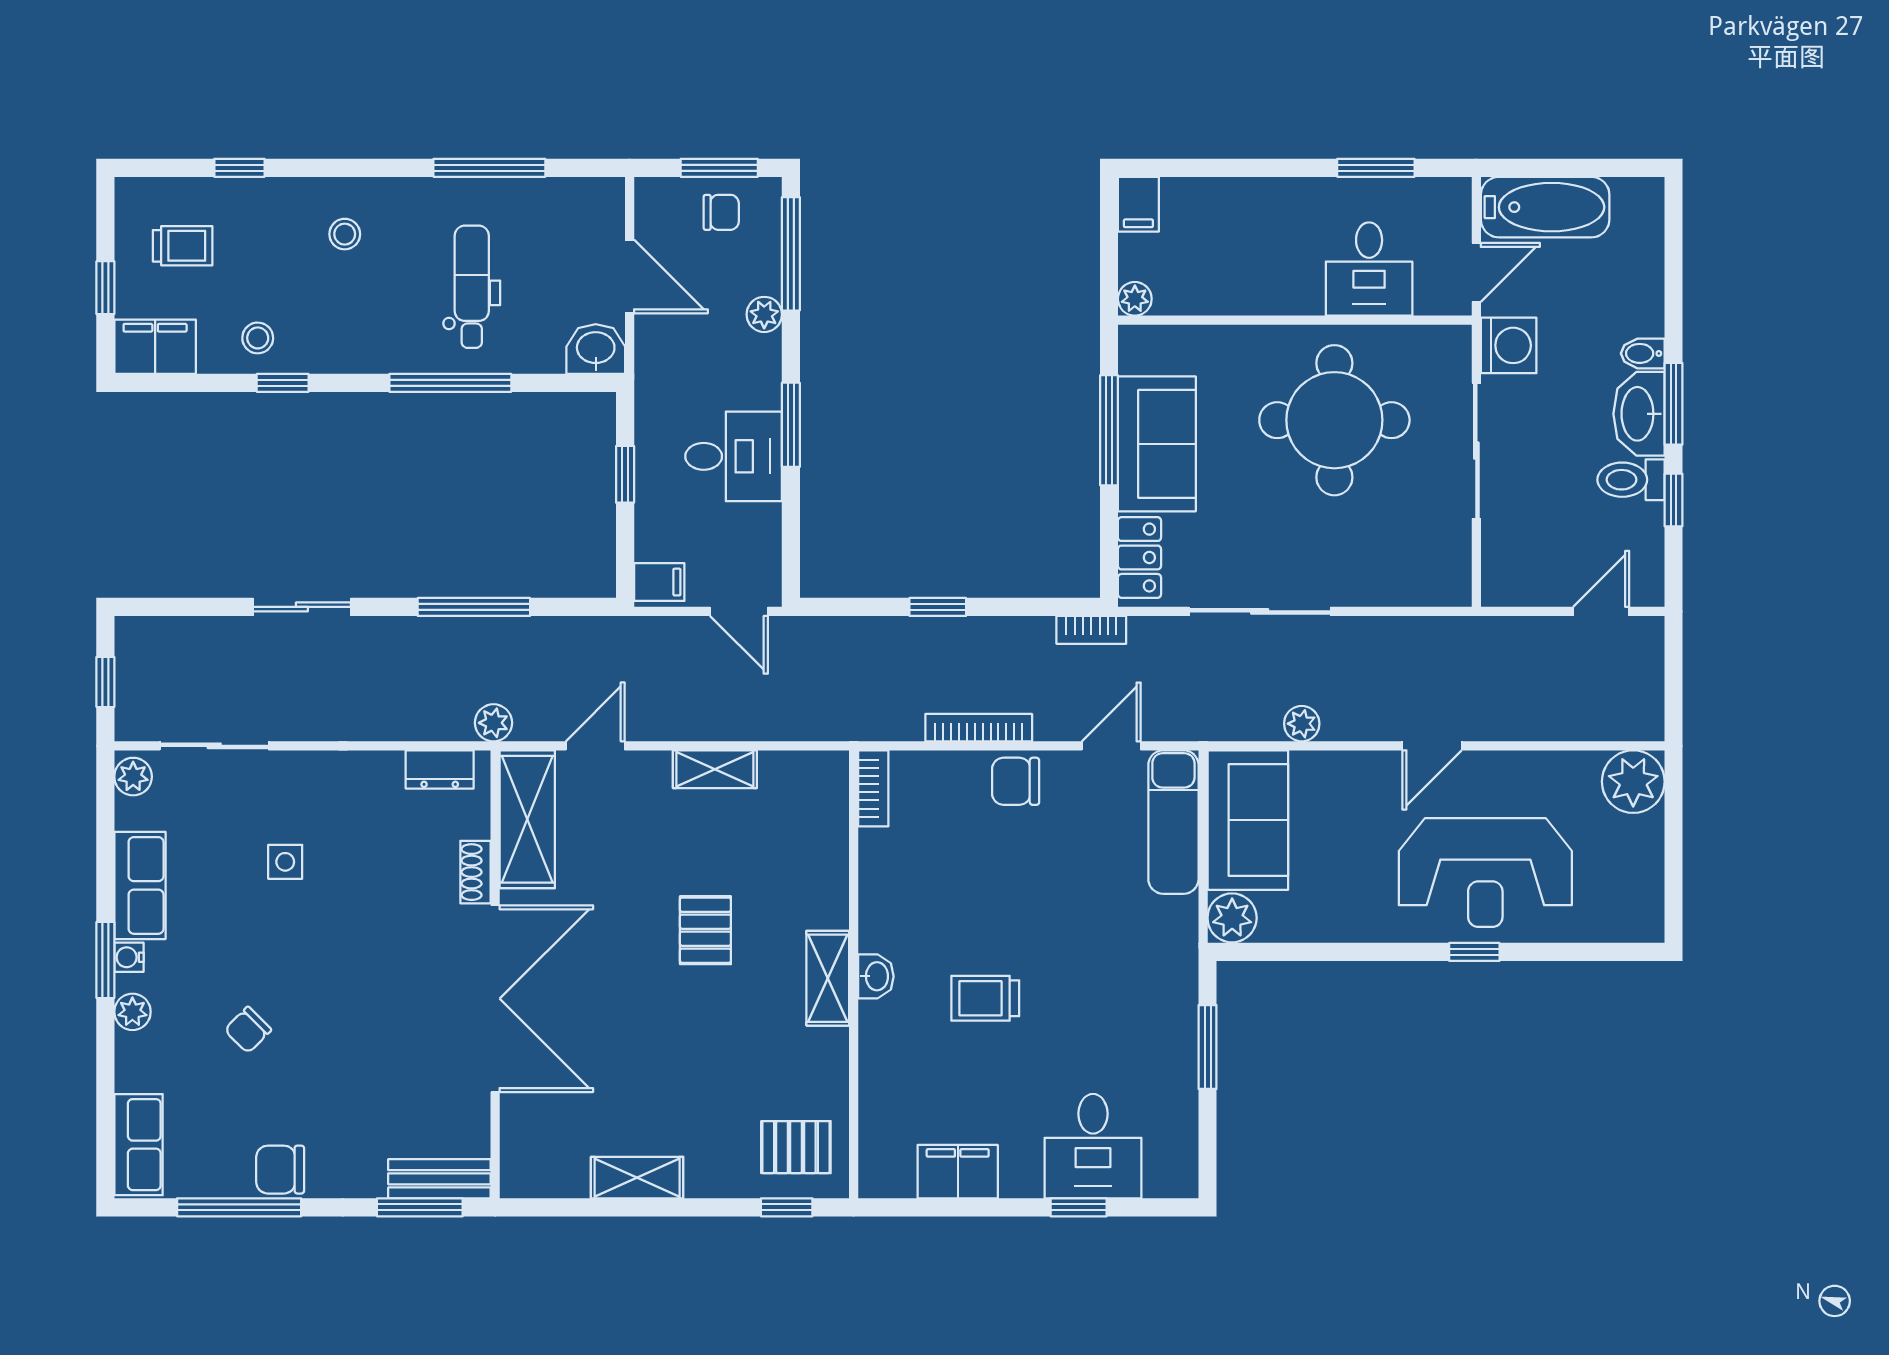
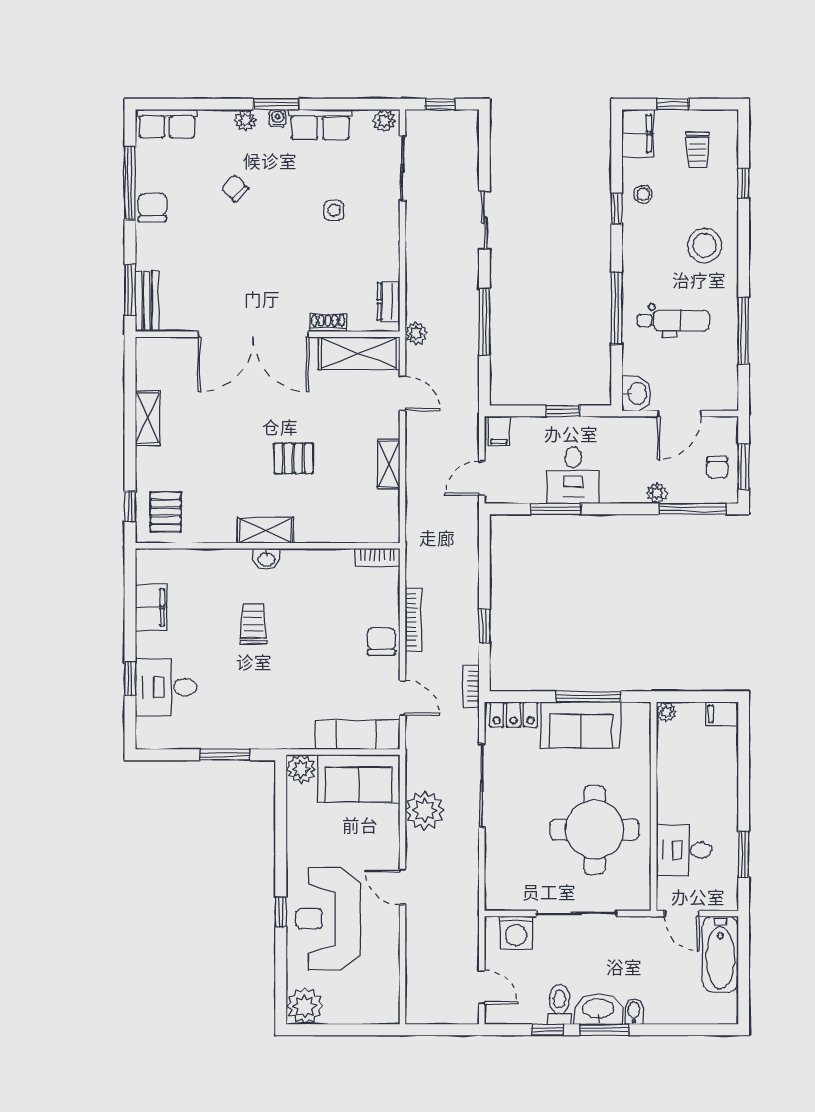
stool: (345, 234) -> (704, 245), width x1.89, depth x1.89
washing machine: (1509, 345) -> (516, 932), moved
window: (791, 425) -> (556, 509), moved
window: (938, 607) -> (484, 626), moved
plant: (1302, 724) -> (425, 810), width x1.88, depth x1.88
plant: (1633, 782) -> (305, 1006), moved

